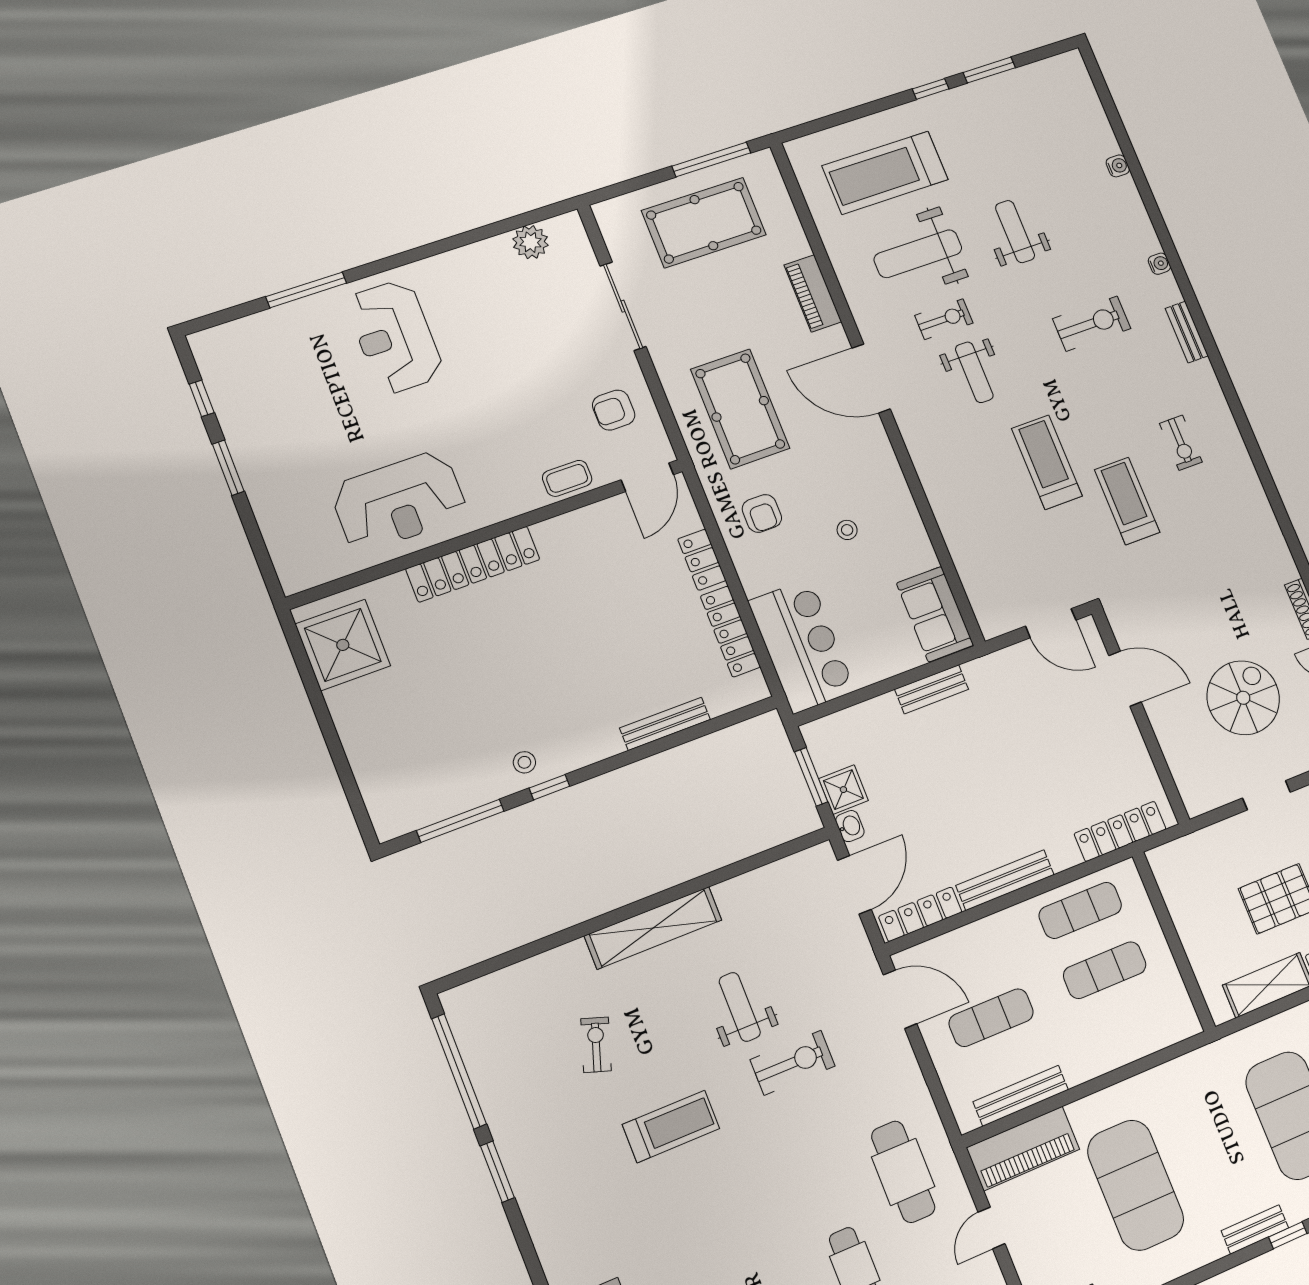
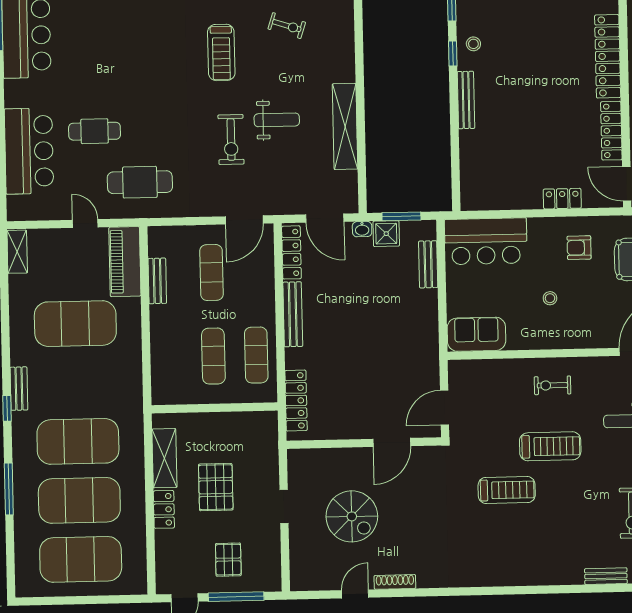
exercise bike: (1181, 443) -> (552, 385), moved
locker: (730, 632) -> (611, 131), moved, turned -90
bench: (932, 689) -> (428, 264), moved
bench: (665, 724) -> (466, 100), moved
shelving: (653, 928) -> (345, 126), moved
bench: (1021, 1096) -> (157, 281), width x0.73

